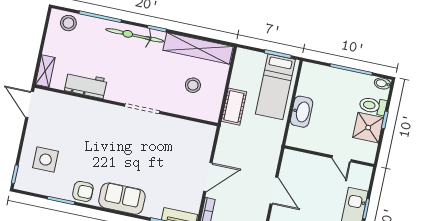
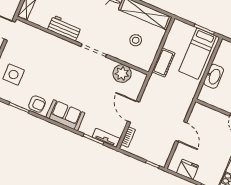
workbench: (86, 85) -> (64, 28), moved
plant: (184, 131) -> (122, 73), added
door: (208, 177) -> (133, 112), swing flipped

